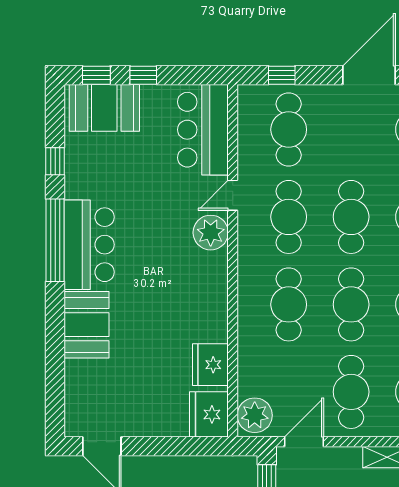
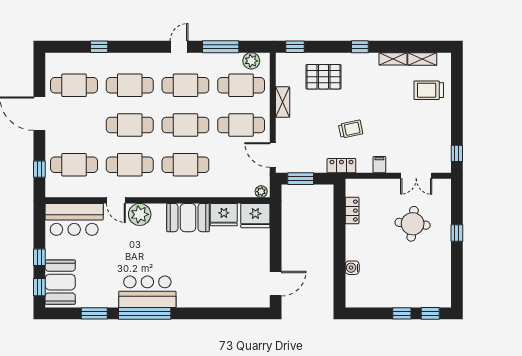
window: (55, 161) -> (94, 313), width x1.50
booth: (87, 325) -> (188, 218), moved
plant: (255, 415) -> (261, 192), width x0.53, depth x0.53

